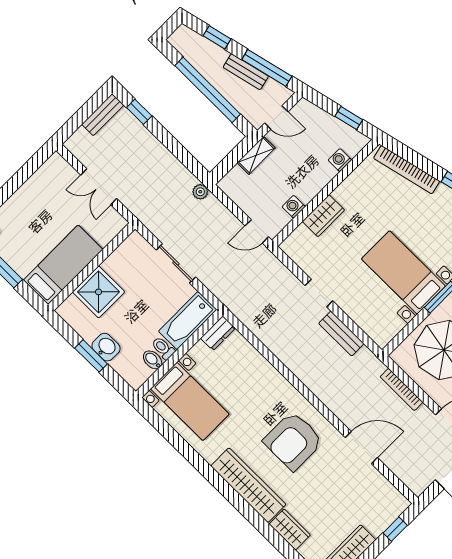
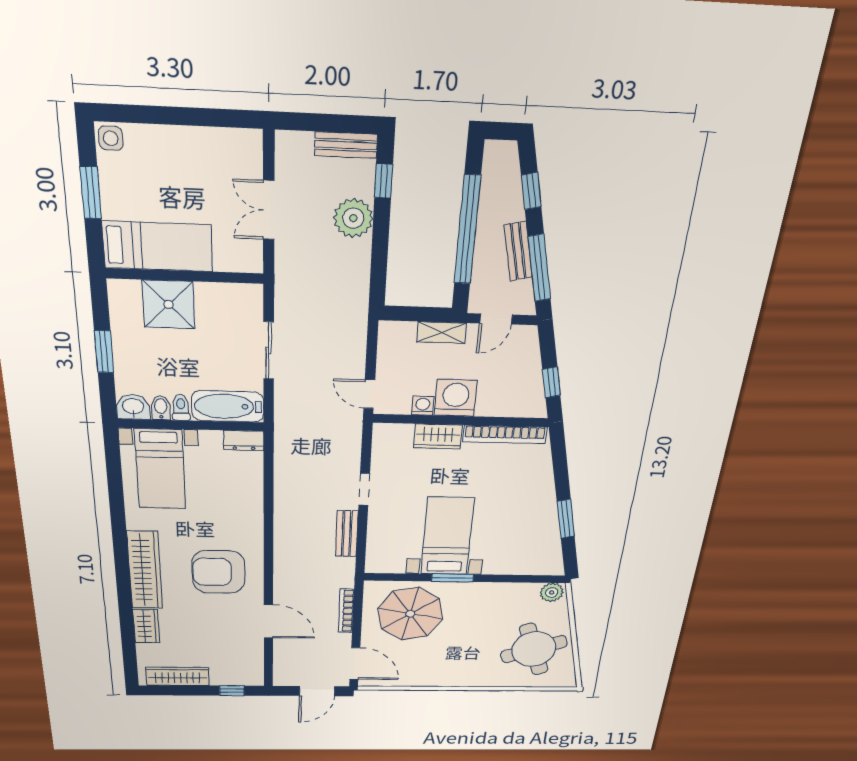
door: (276, 117) -> (496, 319), hinge flipped
washing machine: (340, 160) -> (456, 398), moved, width x1.89, depth x1.89
bookcase: (407, 170) -> (505, 434), moved, turned -77
plant: (200, 192) -> (353, 218), moved, width x1.88, depth x1.88
washbasin: (106, 347) -> (133, 407), moved, turned -90

